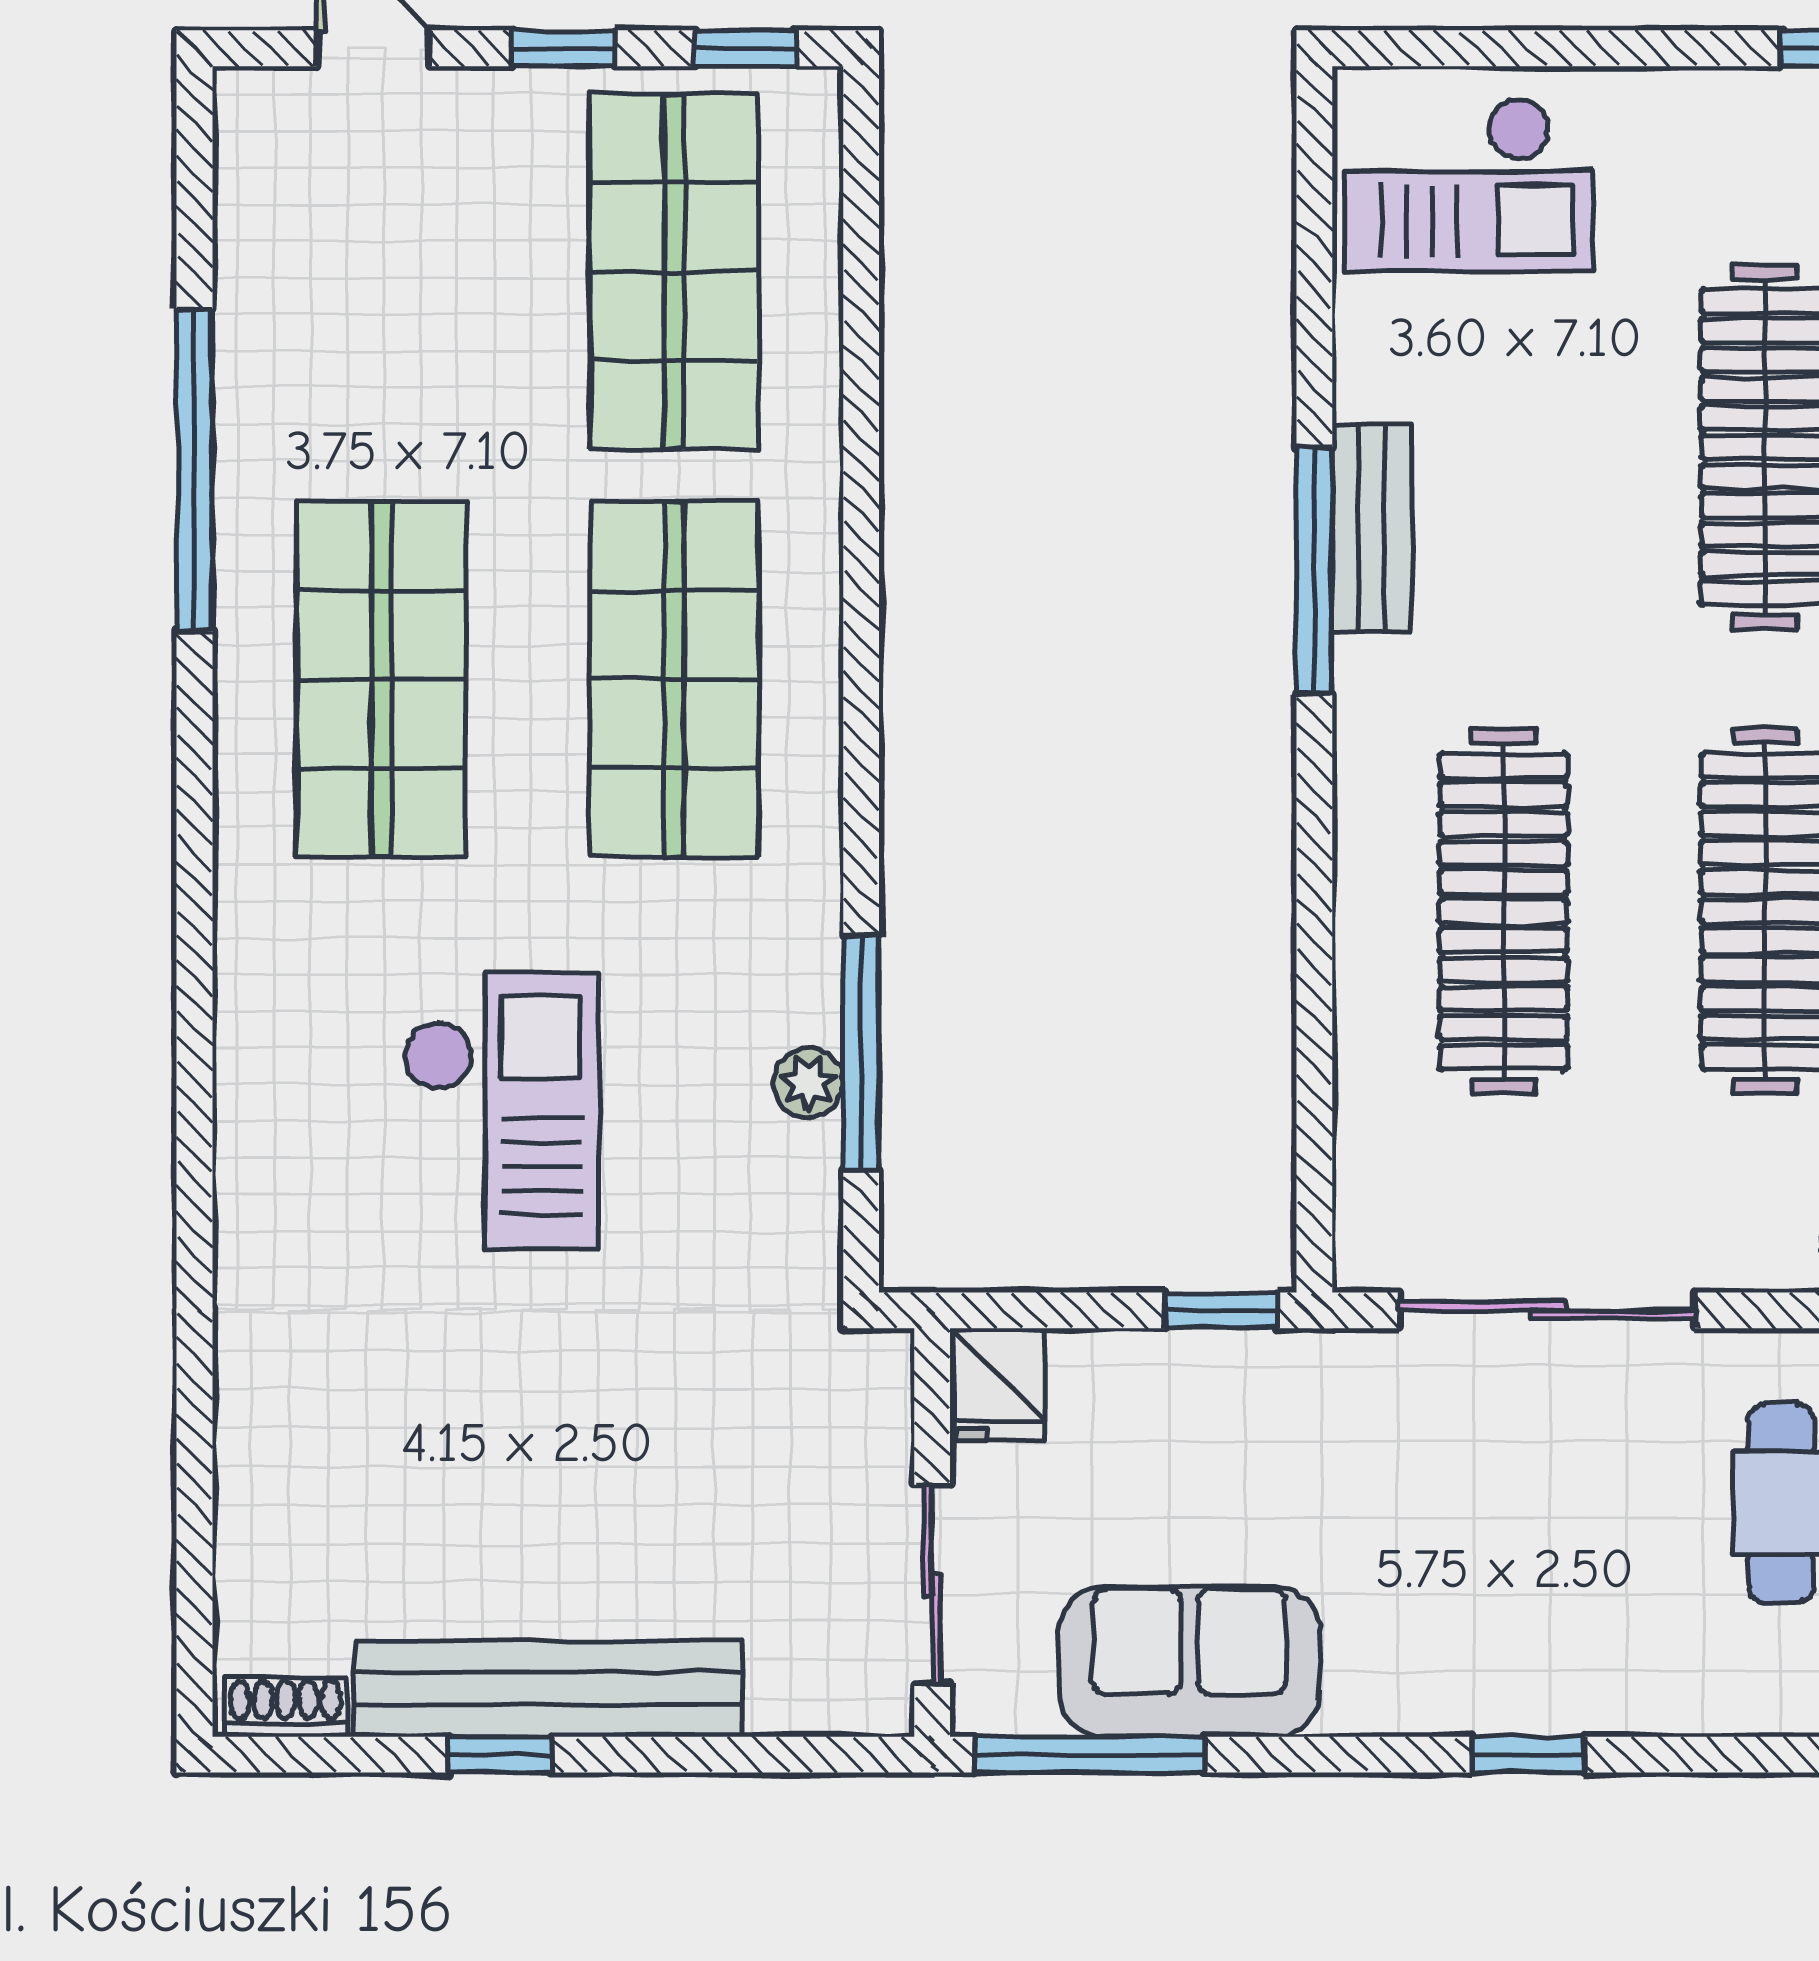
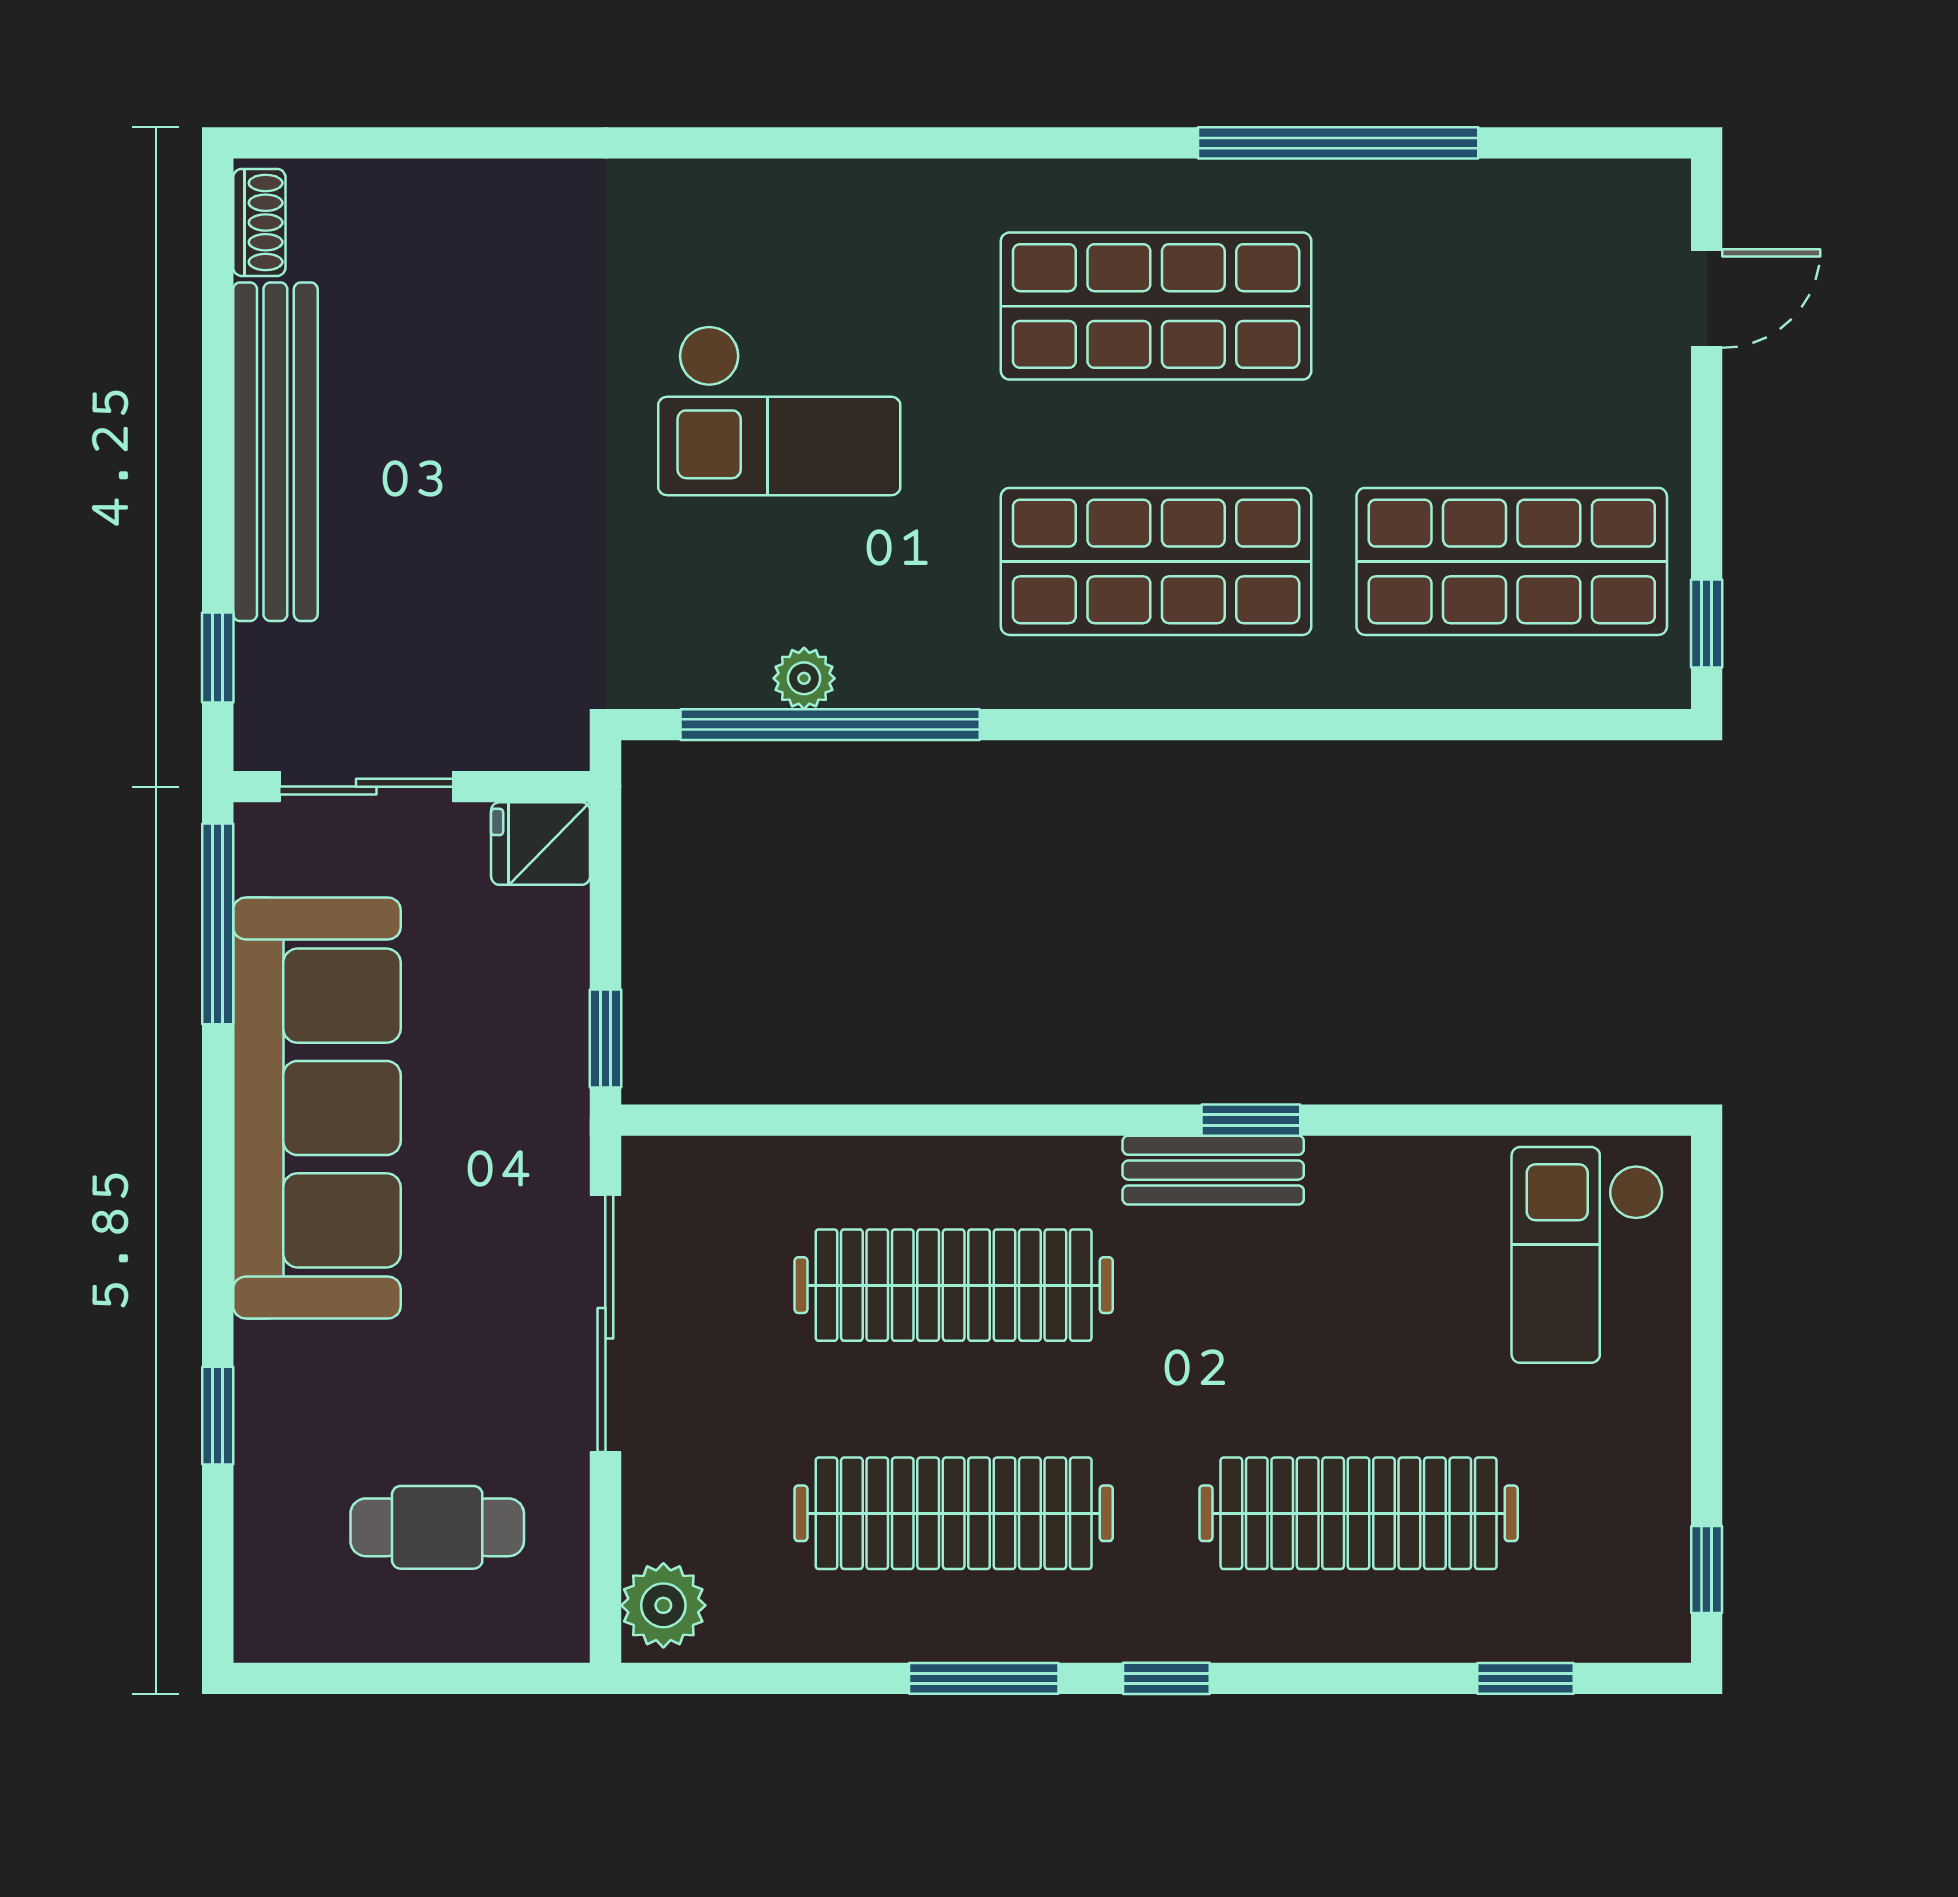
window: (563, 48) -> (1707, 465), removed
bench: (1372, 529) -> (1213, 1170), moved
window: (1314, 571) -> (1251, 1120), width x0.46
window: (861, 1053) -> (830, 725), width x1.46
sofa: (1190, 1661) -> (317, 1108), width x1.85, depth x1.27
window: (500, 1755) -> (218, 658), moved
window: (1528, 1755) -> (218, 1416), moved

